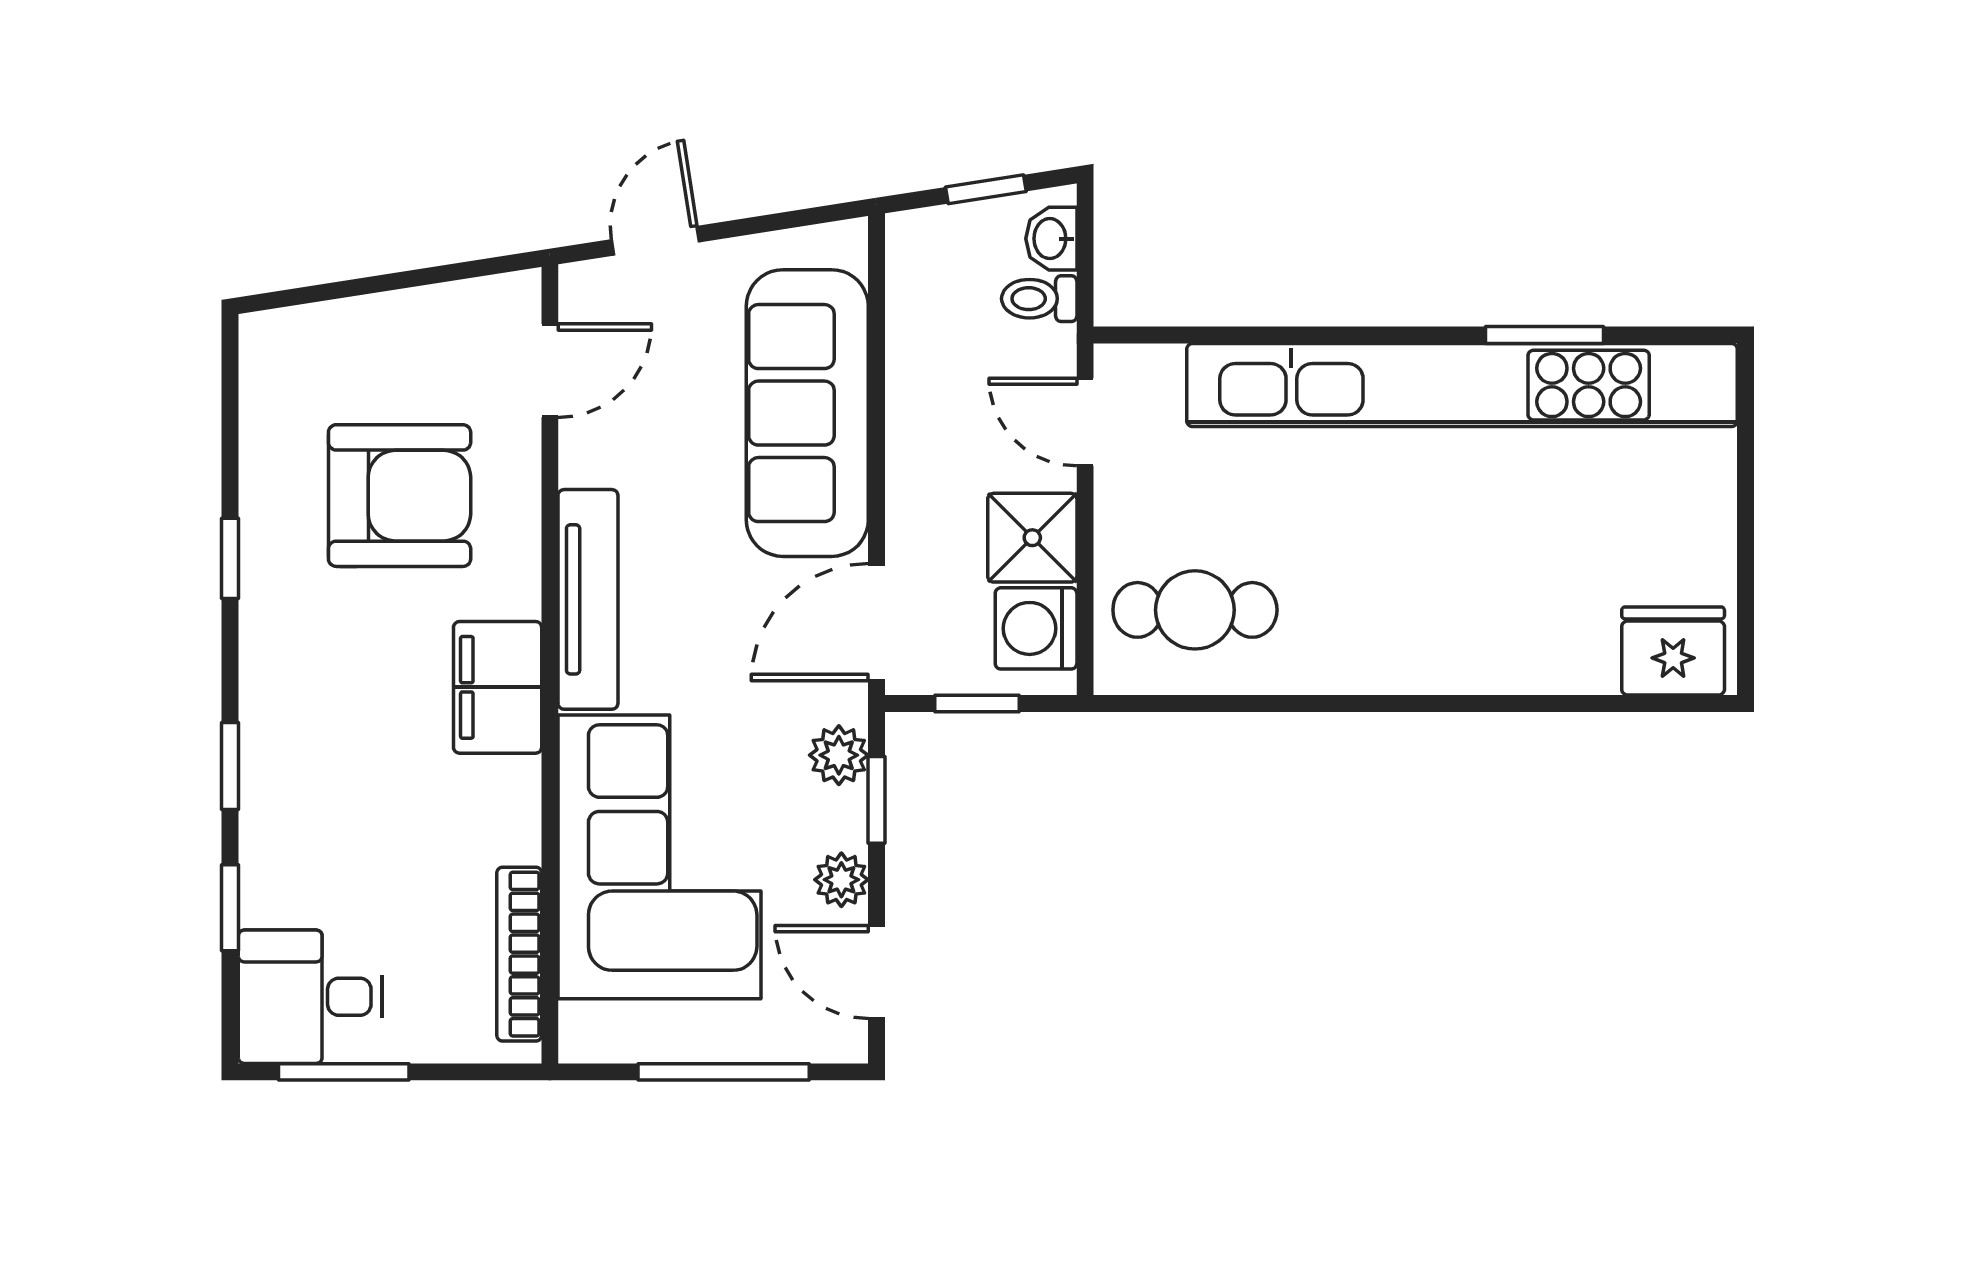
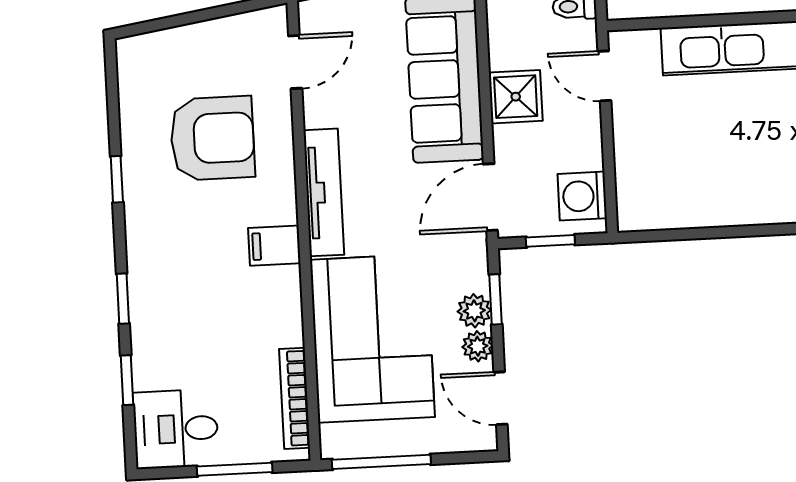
shower: (1032, 538) -> (516, 97), moved
cafe table: (1195, 610) -> (673, 181), removed
filing cabinet: (498, 687) -> (274, 246), width x0.50
plant: (839, 755) -> (474, 311), moved
window: (344, 1072) -> (235, 469), moved
window: (724, 1072) -> (381, 462), moved

